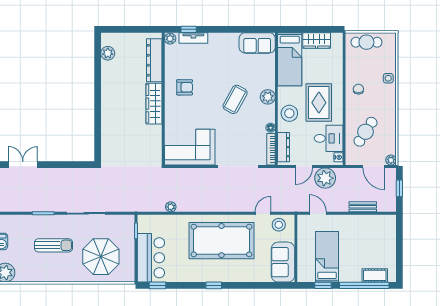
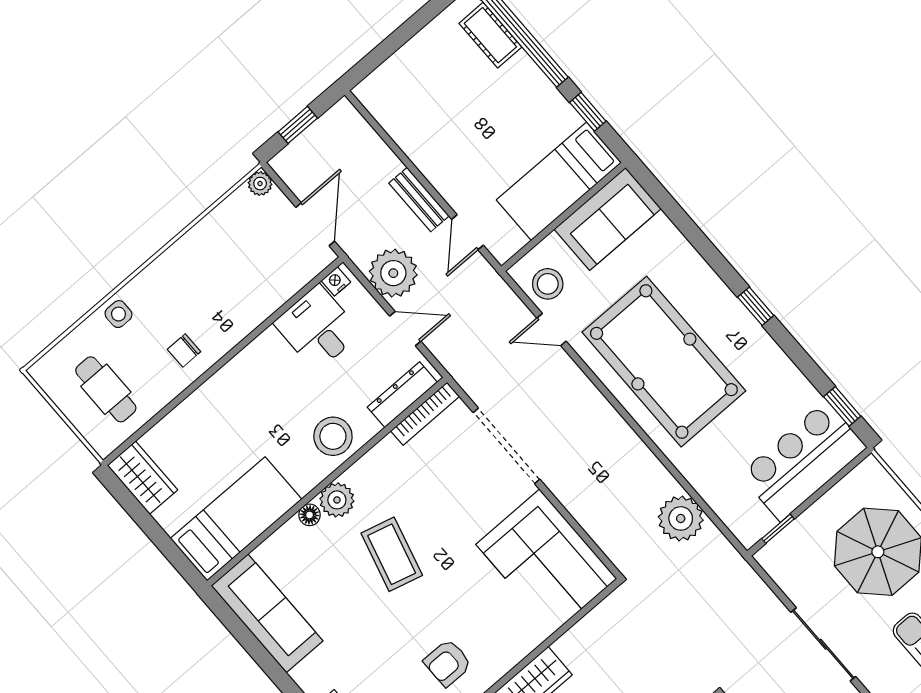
wardrobe: (317, 40) -> (142, 478), moved
cafe table: (366, 42) -> (106, 389), moved
sofa: (257, 43) -> (267, 613), width x1.36
armchair: (185, 87) -> (448, 663), turned -90
coffee table: (235, 99) -> (392, 554), turned 76
rug: (319, 103) -> (269, 400), removed
floor lamp: (271, 128) -> (310, 515), moved
cafe table: (365, 132) -> (249, 272), removed
door: (374, 166) -> (315, 224), moved
plant: (171, 207) -> (681, 518), width x1.87, depth x1.87
bench: (363, 207) -> (419, 200), moved
bed: (327, 257) -> (559, 181), moved

